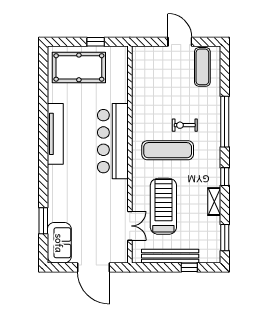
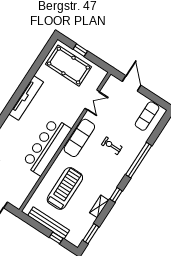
window: (96, 42) -> (80, 50), moved
door: (180, 42) -> (132, 83), moved
bar counter: (113, 141) -> (47, 146), moved
exercise mat: (168, 150) -> (79, 138), moved, turned 90
double door: (130, 226) -> (92, 100), moved

